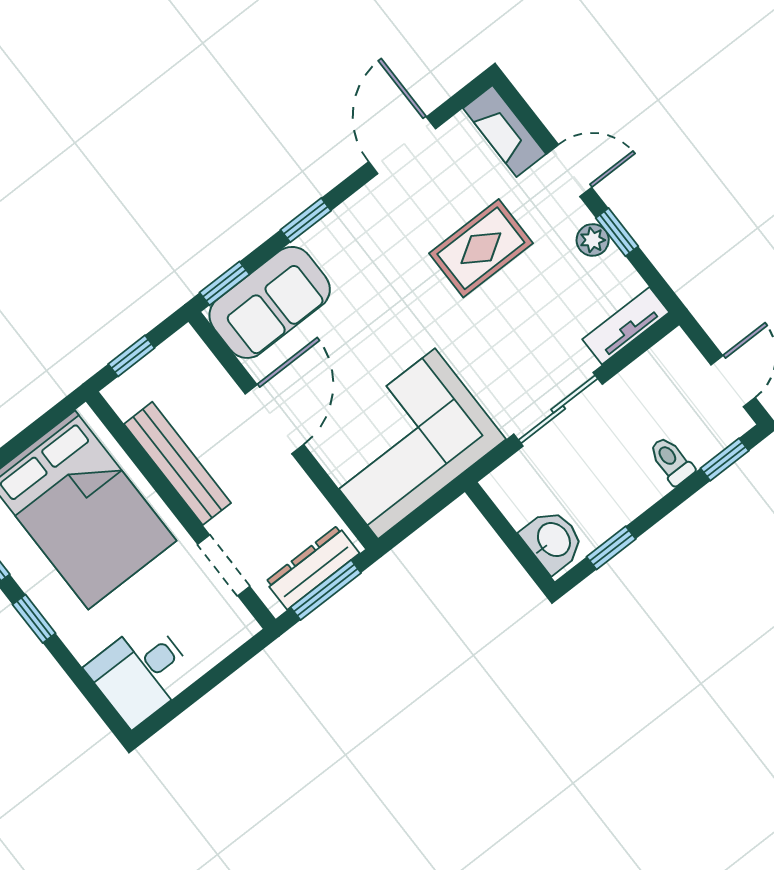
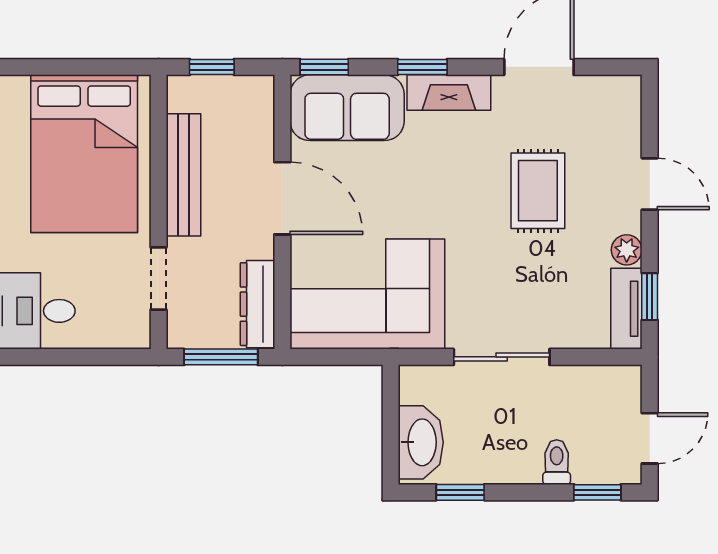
fireplace: (504, 131) -> (449, 93), moved, turned -90
window: (617, 232) -> (650, 297), moved
rug: (481, 248) -> (538, 191), turned 90
tv unit: (626, 326) -> (626, 309), moved, turned -90
door: (274, 419) -> (282, 198), hinge flipped
washbasin: (553, 540) -> (421, 442), width x1.38
dresser: (312, 567) -> (257, 304), moved, turned -90

